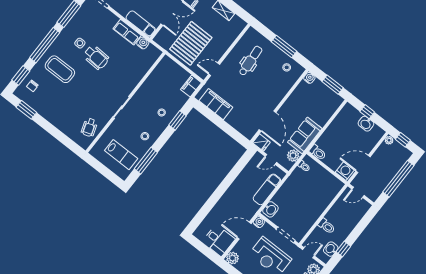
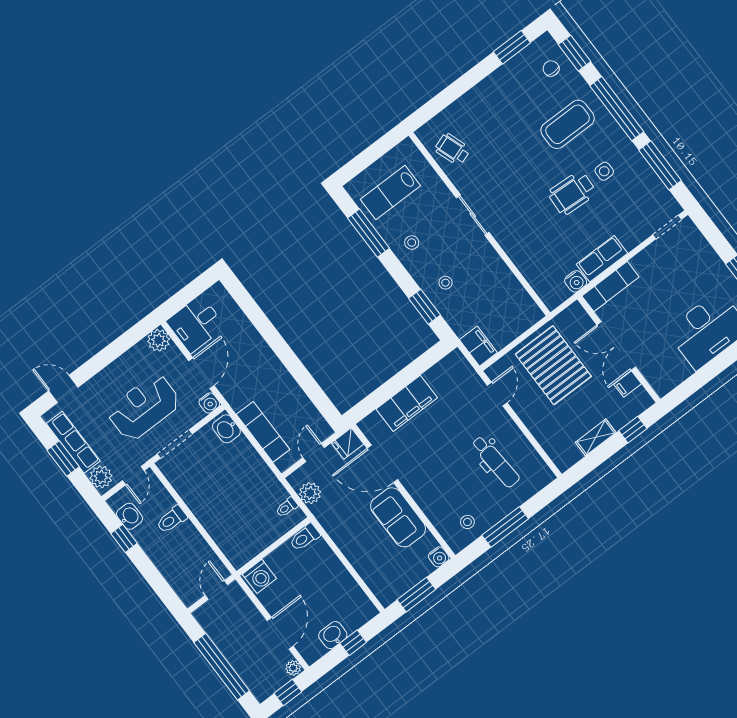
filing cabinet: (216, 104) -> (407, 403), moved
sofa: (305, 135) -> (398, 517), moved, turned 180
door: (363, 164) -> (280, 633), moved

